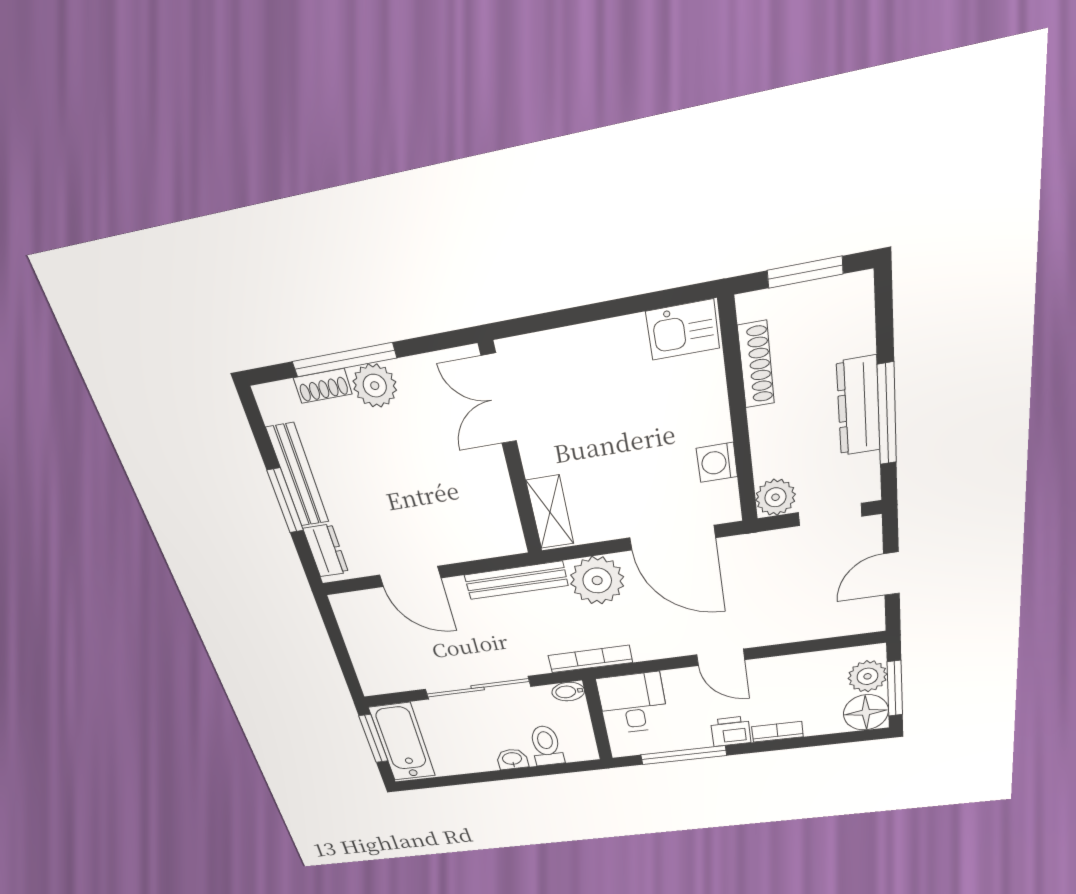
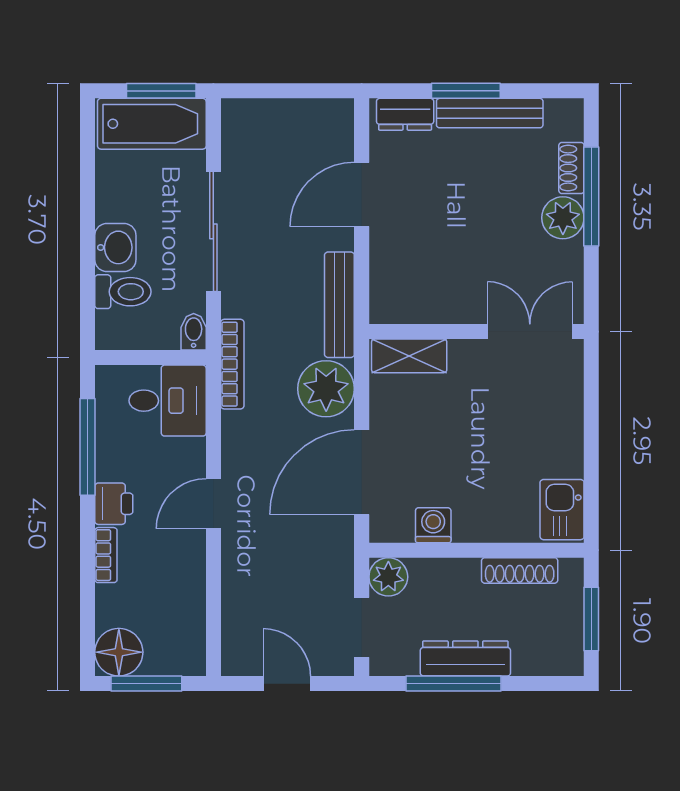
plant: (867, 676) -> (166, 656), removed
washbasin: (512, 759) -> (115, 247), width x1.38, depth x1.45

